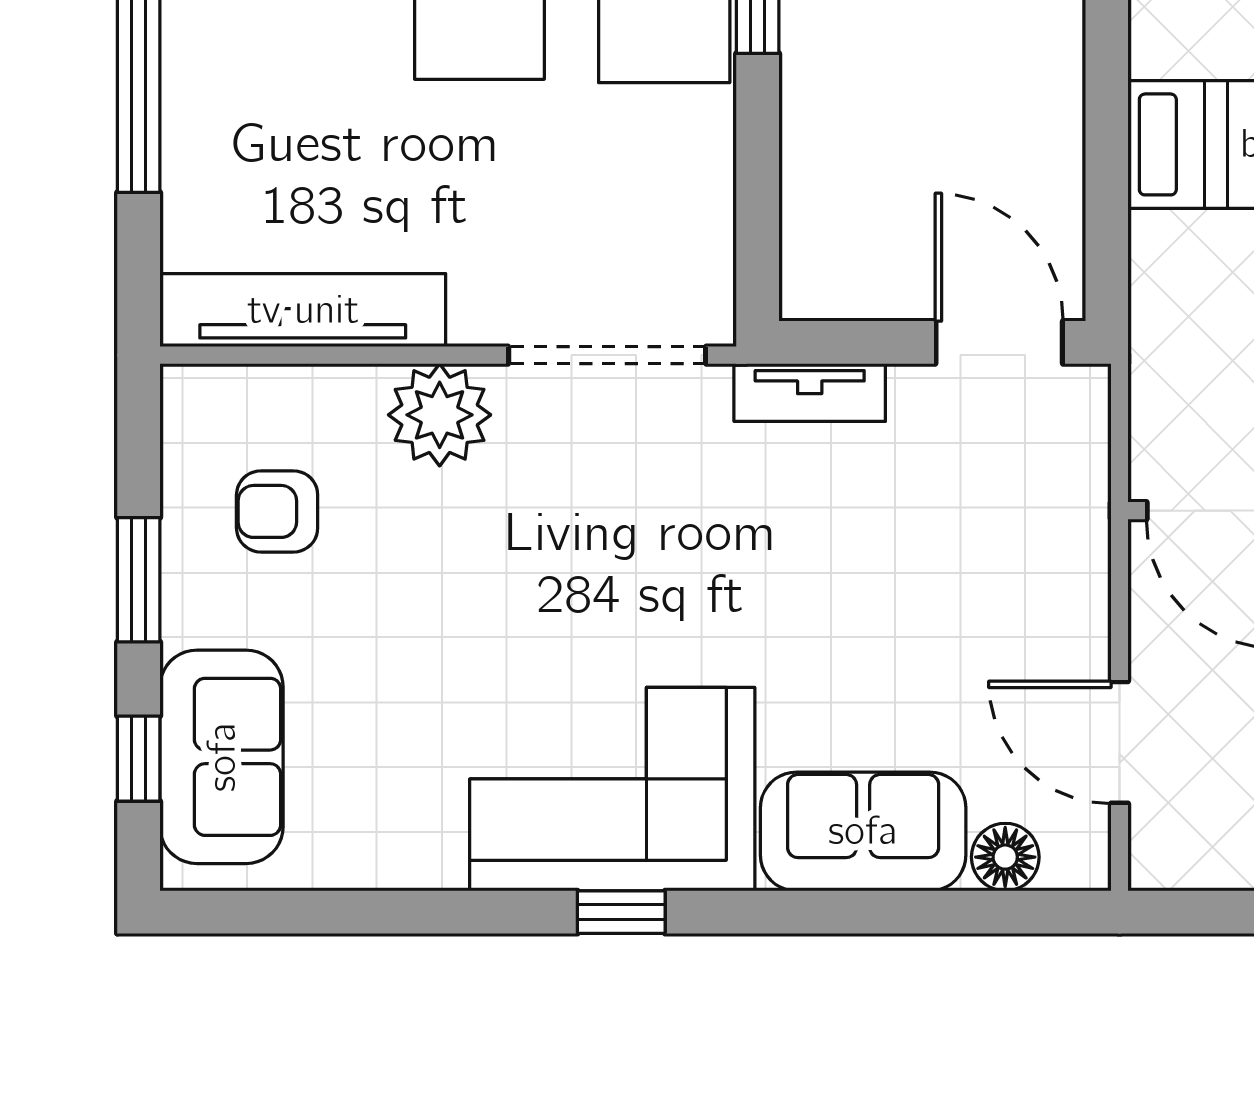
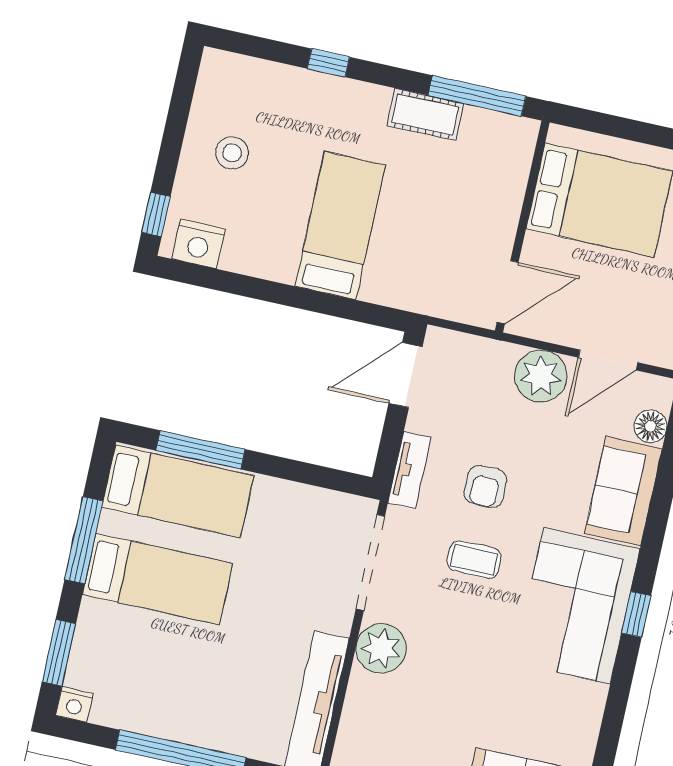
armchair: (277, 511) -> (485, 486), moved
coffee table: (659, 562) -> (474, 560), added
plant: (1057, 615) -> (541, 376), added

